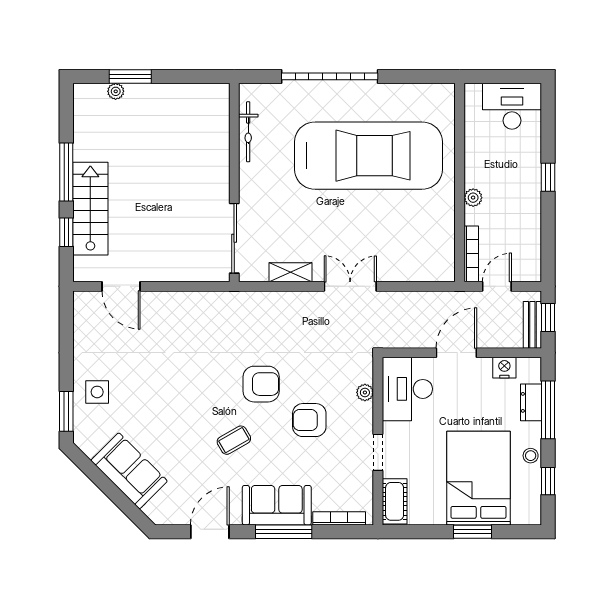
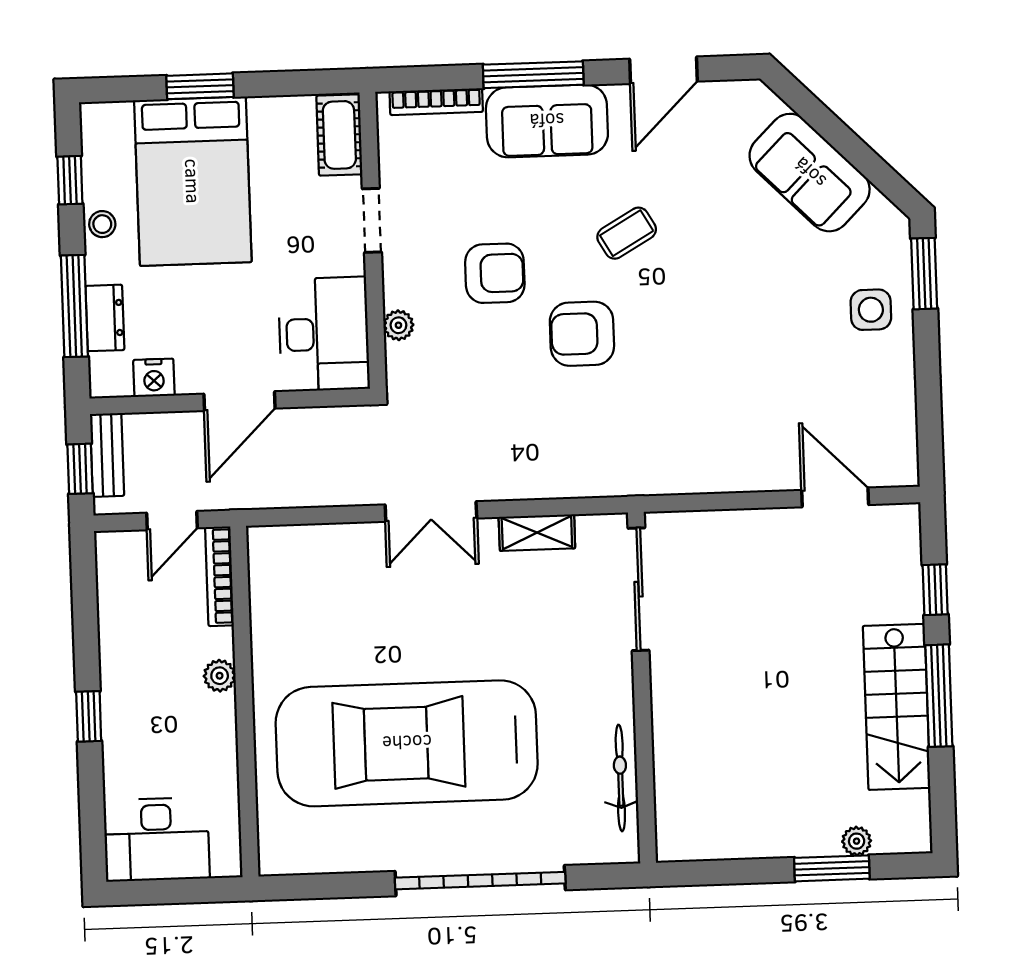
stairs: (90, 209) -> (897, 707), moved

